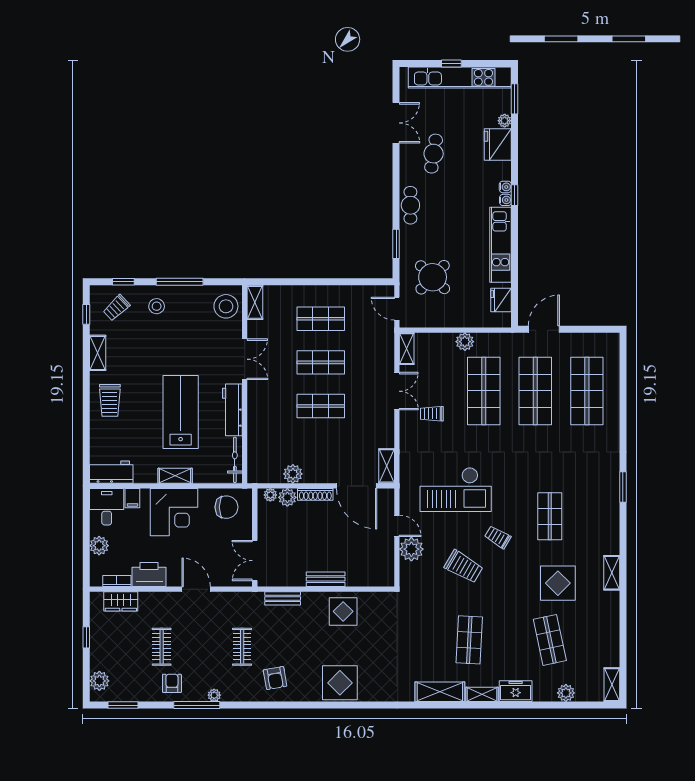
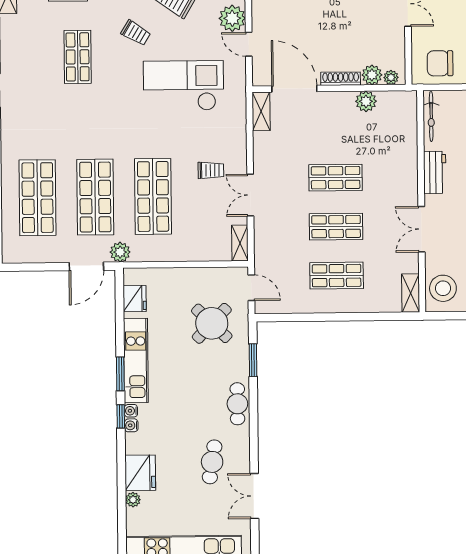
window: (515, 99) -> (120, 374), moved
plant: (465, 342) -> (120, 252), moved
workbench: (232, 410) -> (435, 172), width x0.73

